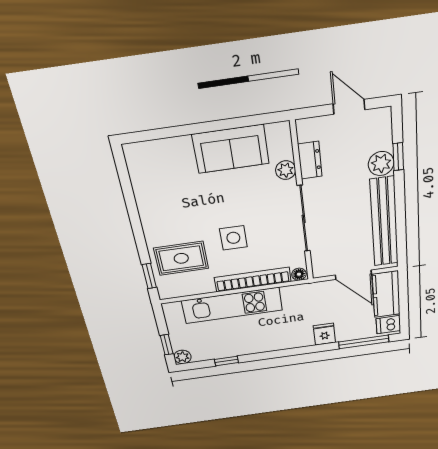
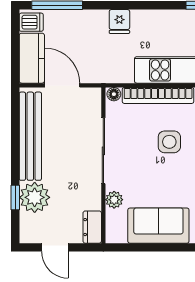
dresser: (310, 160) -> (92, 227), moved
plant: (381, 164) -> (35, 197), width x1.36, depth x1.36
fridge: (324, 334) -> (119, 21), moved

